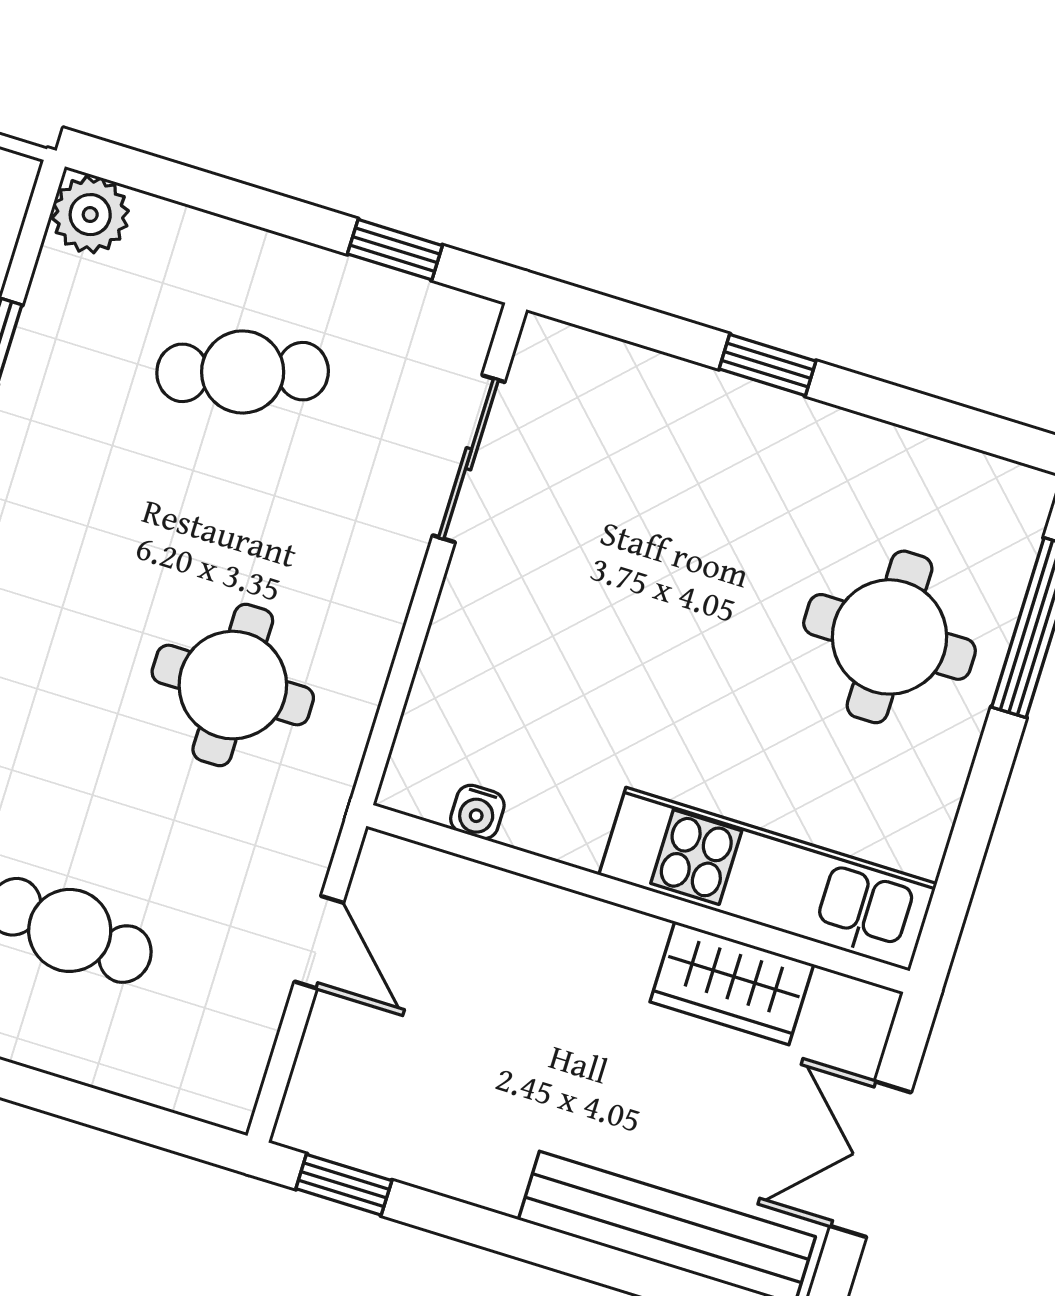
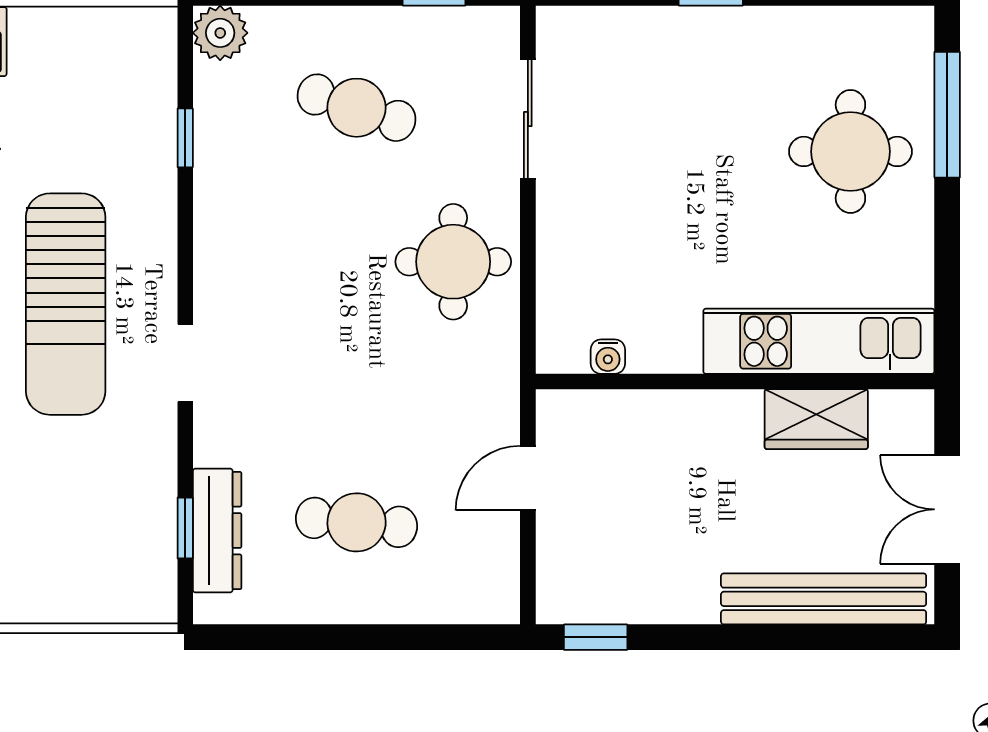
cafe table: (243, 372) -> (357, 108), turned 36
round table: (233, 685) -> (453, 262), moved
door: (319, 942) -> (528, 478), swing flipped

